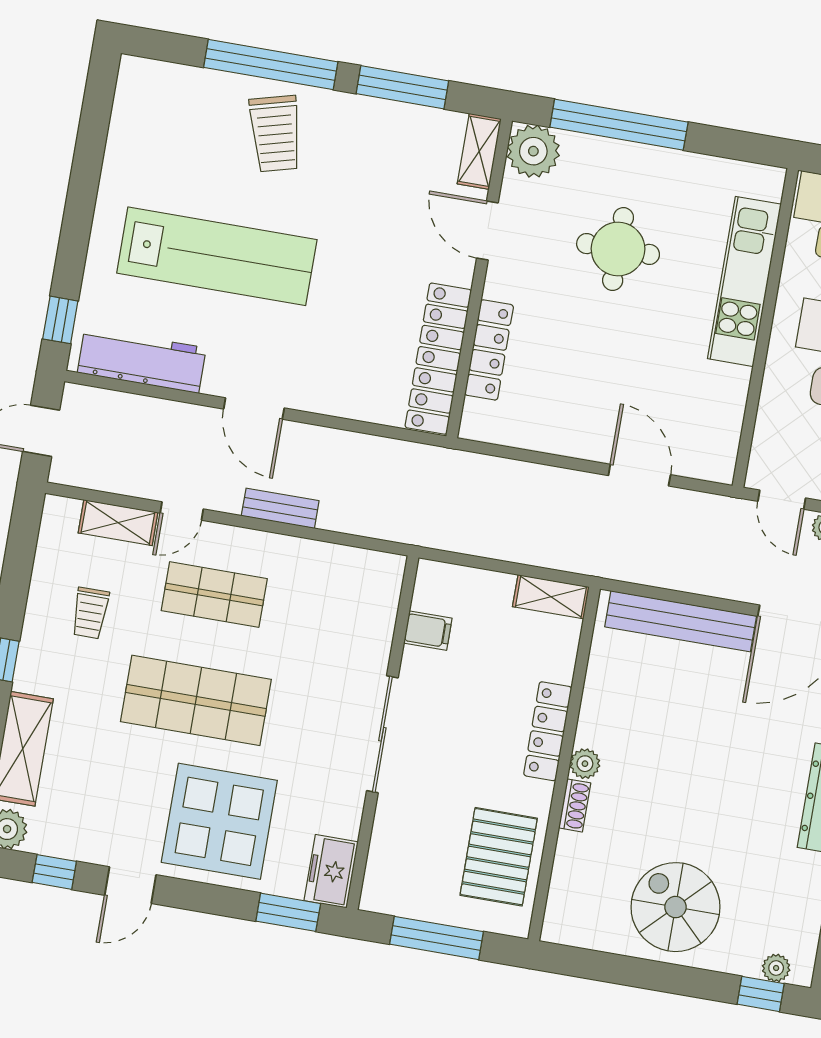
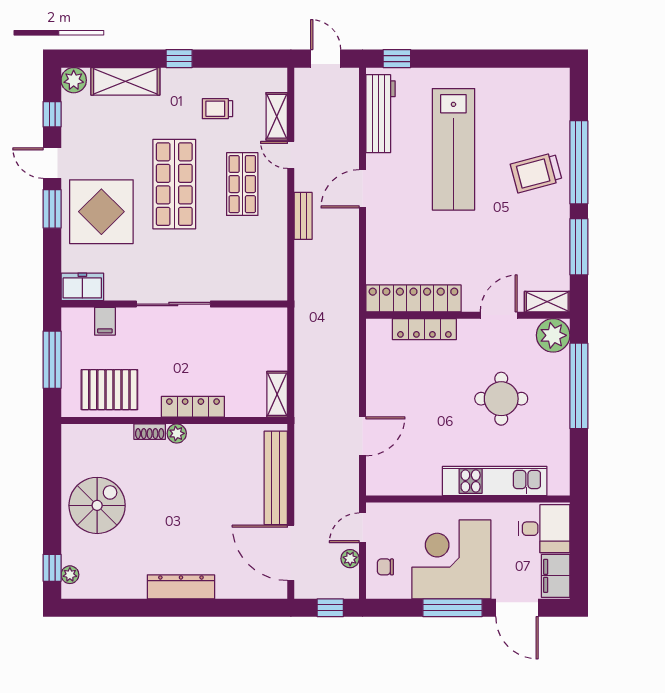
filing cabinet: (428, 631) -> (105, 321), moved
window: (288, 912) -> (52, 209), moved

